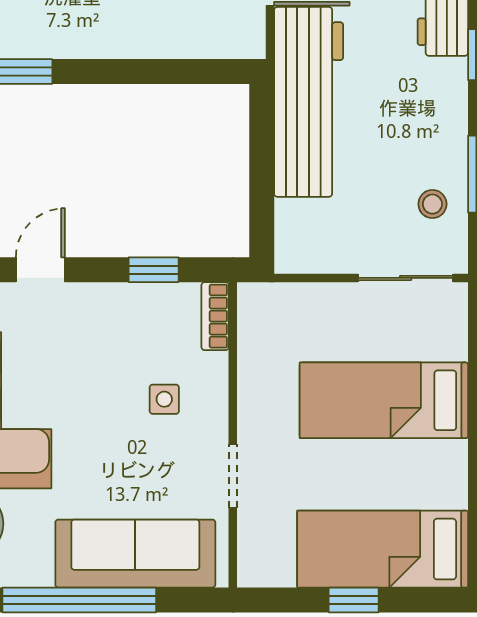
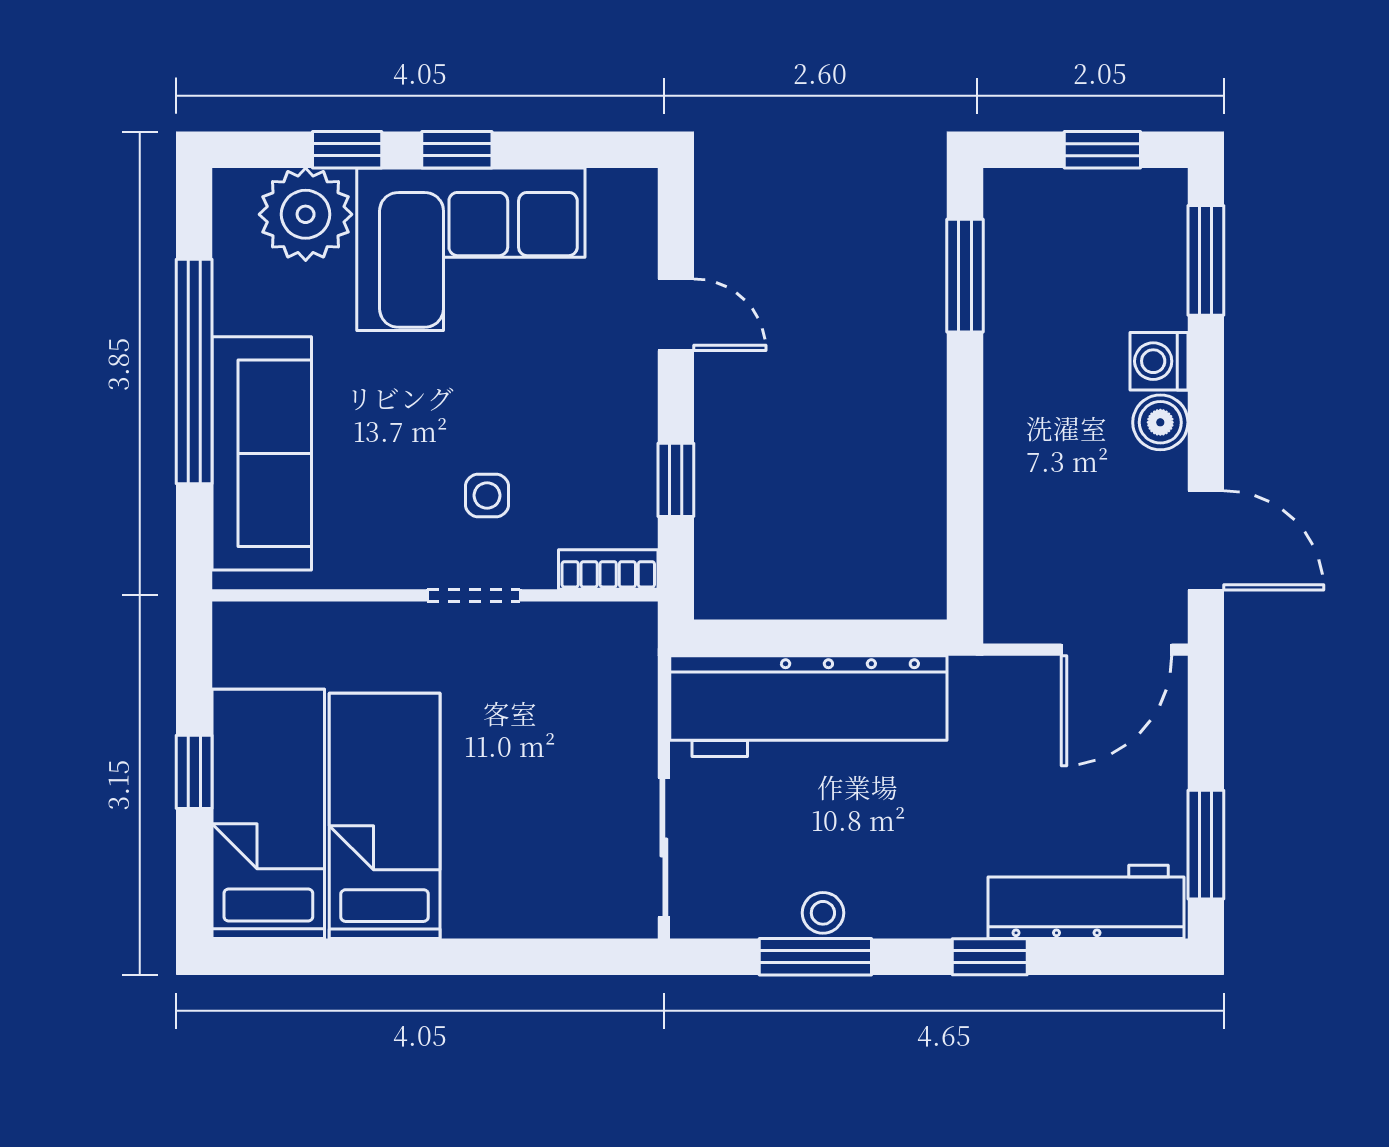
workbench: (309, 102) -> (808, 706), moved
stool: (432, 204) -> (823, 913), moved
bed: (384, 400) -> (385, 816), moved
doorway: (233, 476) -> (474, 595), moved

